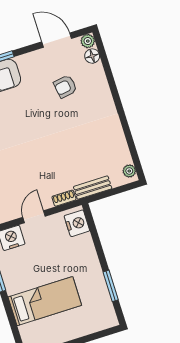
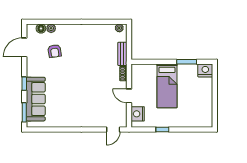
plant: (88, 41) -> (51, 28), moved
nightstand: (77, 223) -> (205, 70), moved
bed: (45, 301) -> (167, 86), moved, turned 180

